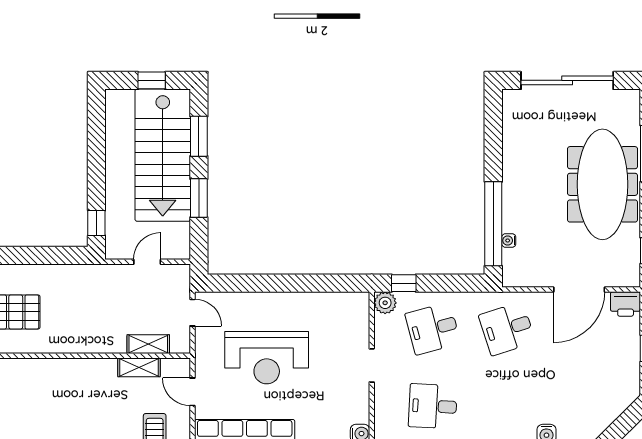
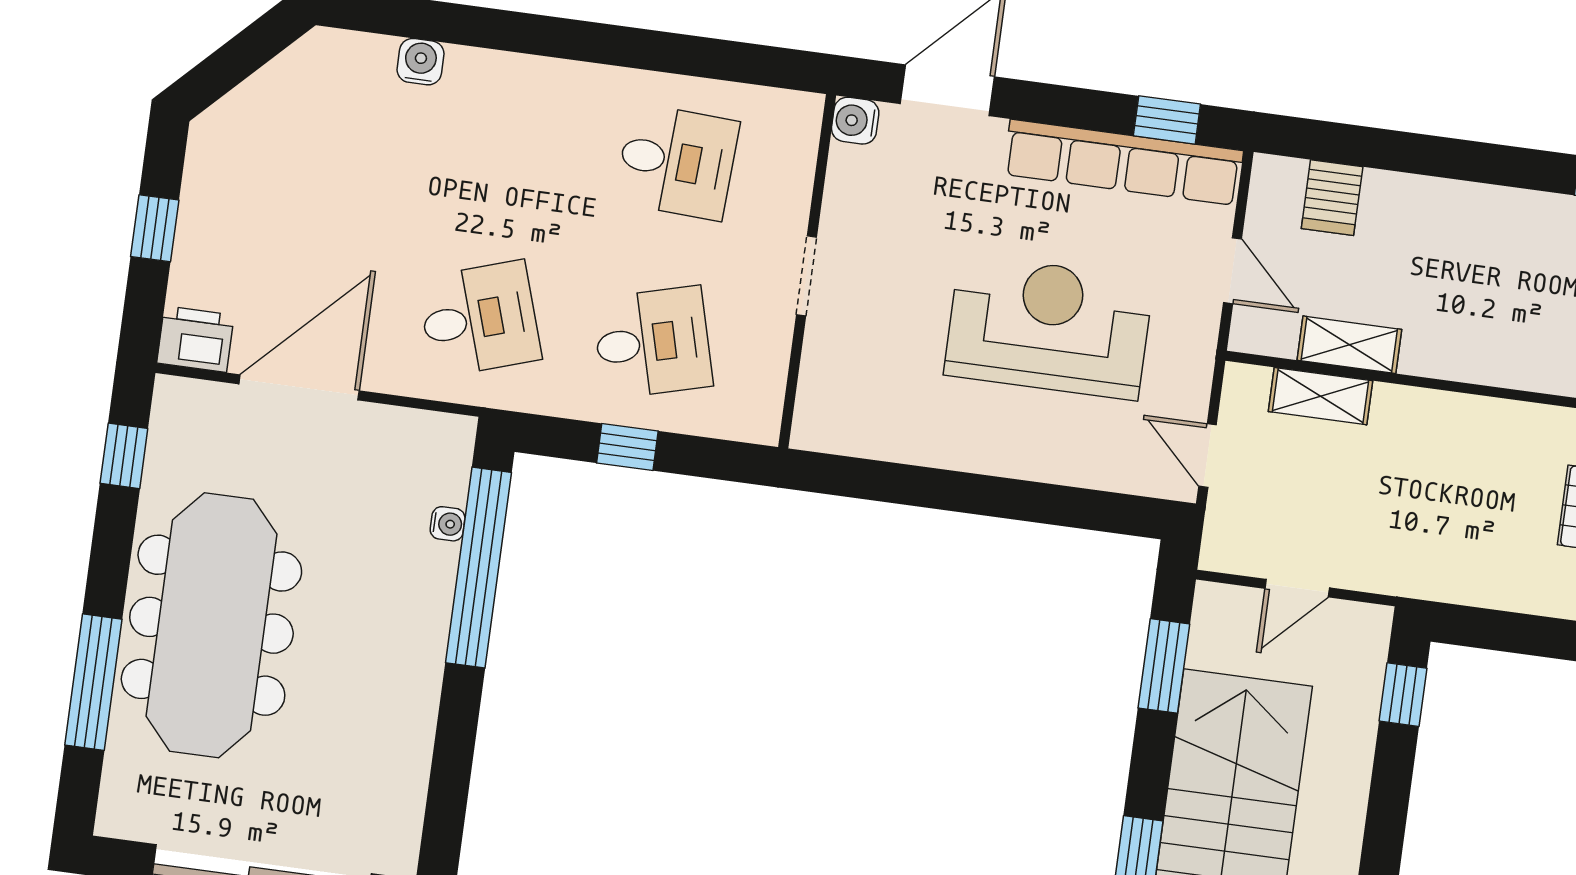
window: (199, 198) -> (1164, 666), moved
window: (404, 283) -> (627, 447), moved
plant: (385, 303) -> (755, 418), removed

